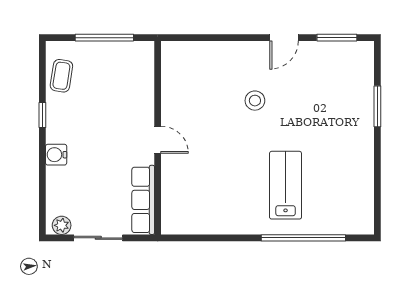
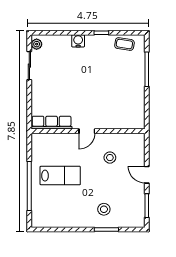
stool: (343, 111) -> (104, 209), added
wall: (158, 138) -> (88, 131), moved
door: (158, 140) -> (87, 131), moved
row of seats: (143, 200) -> (52, 123), moved

